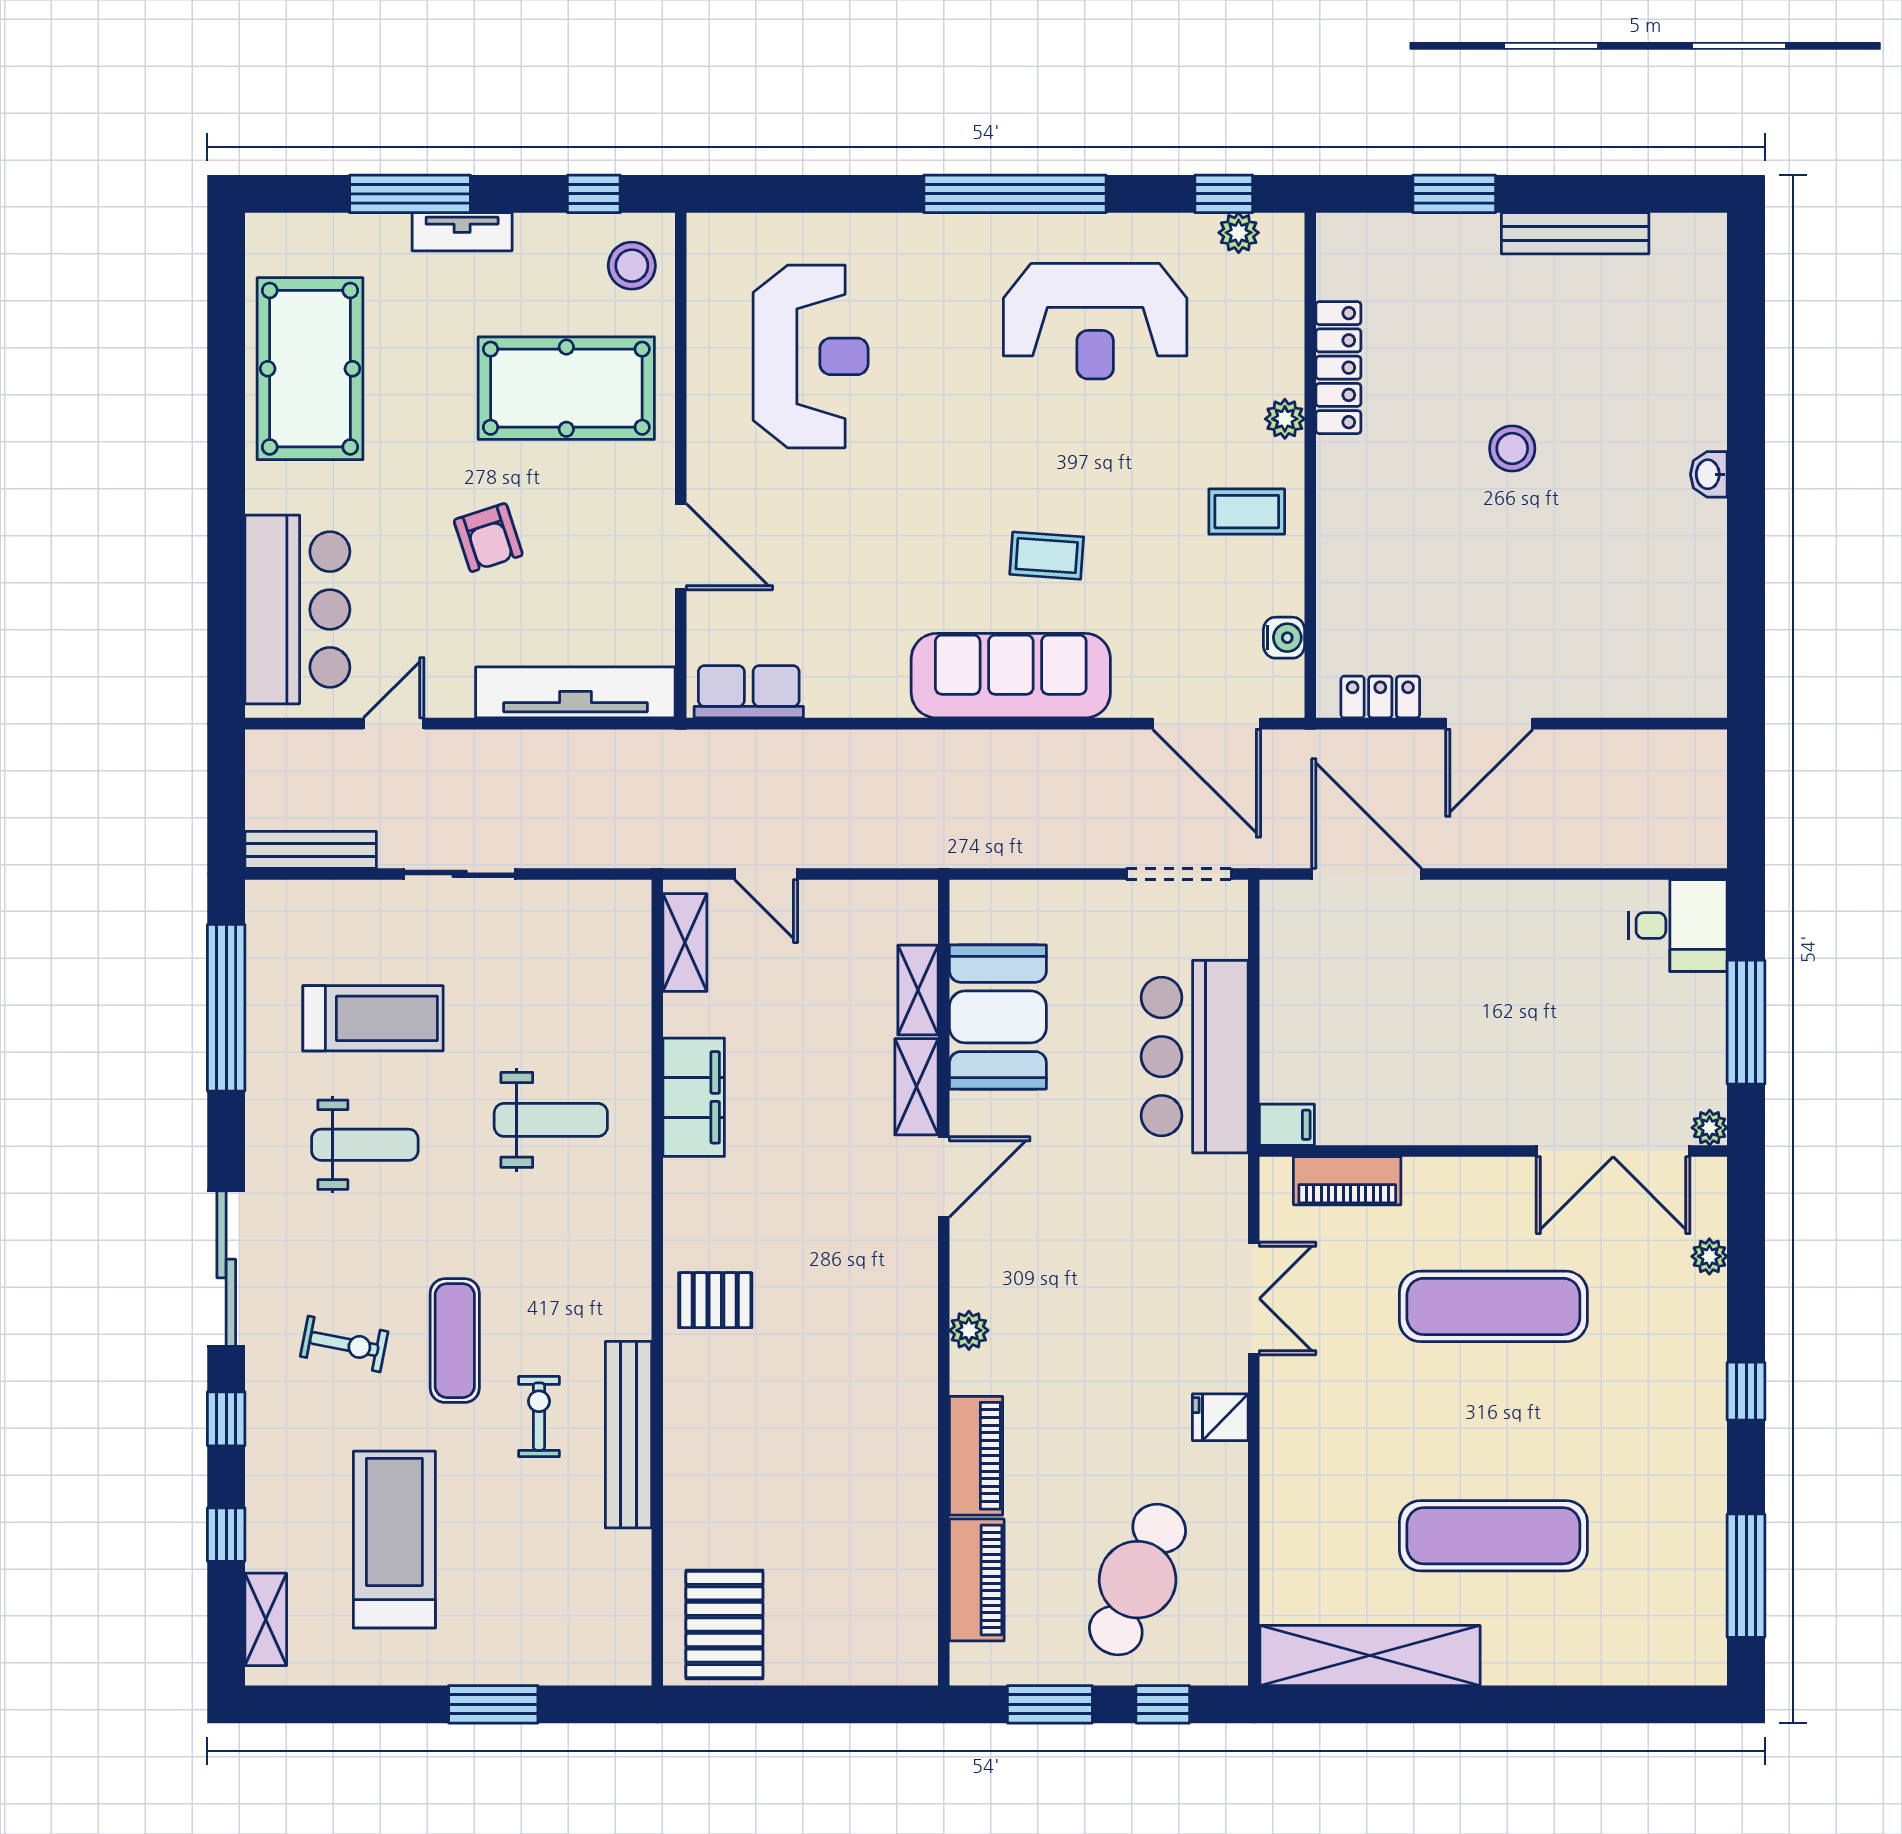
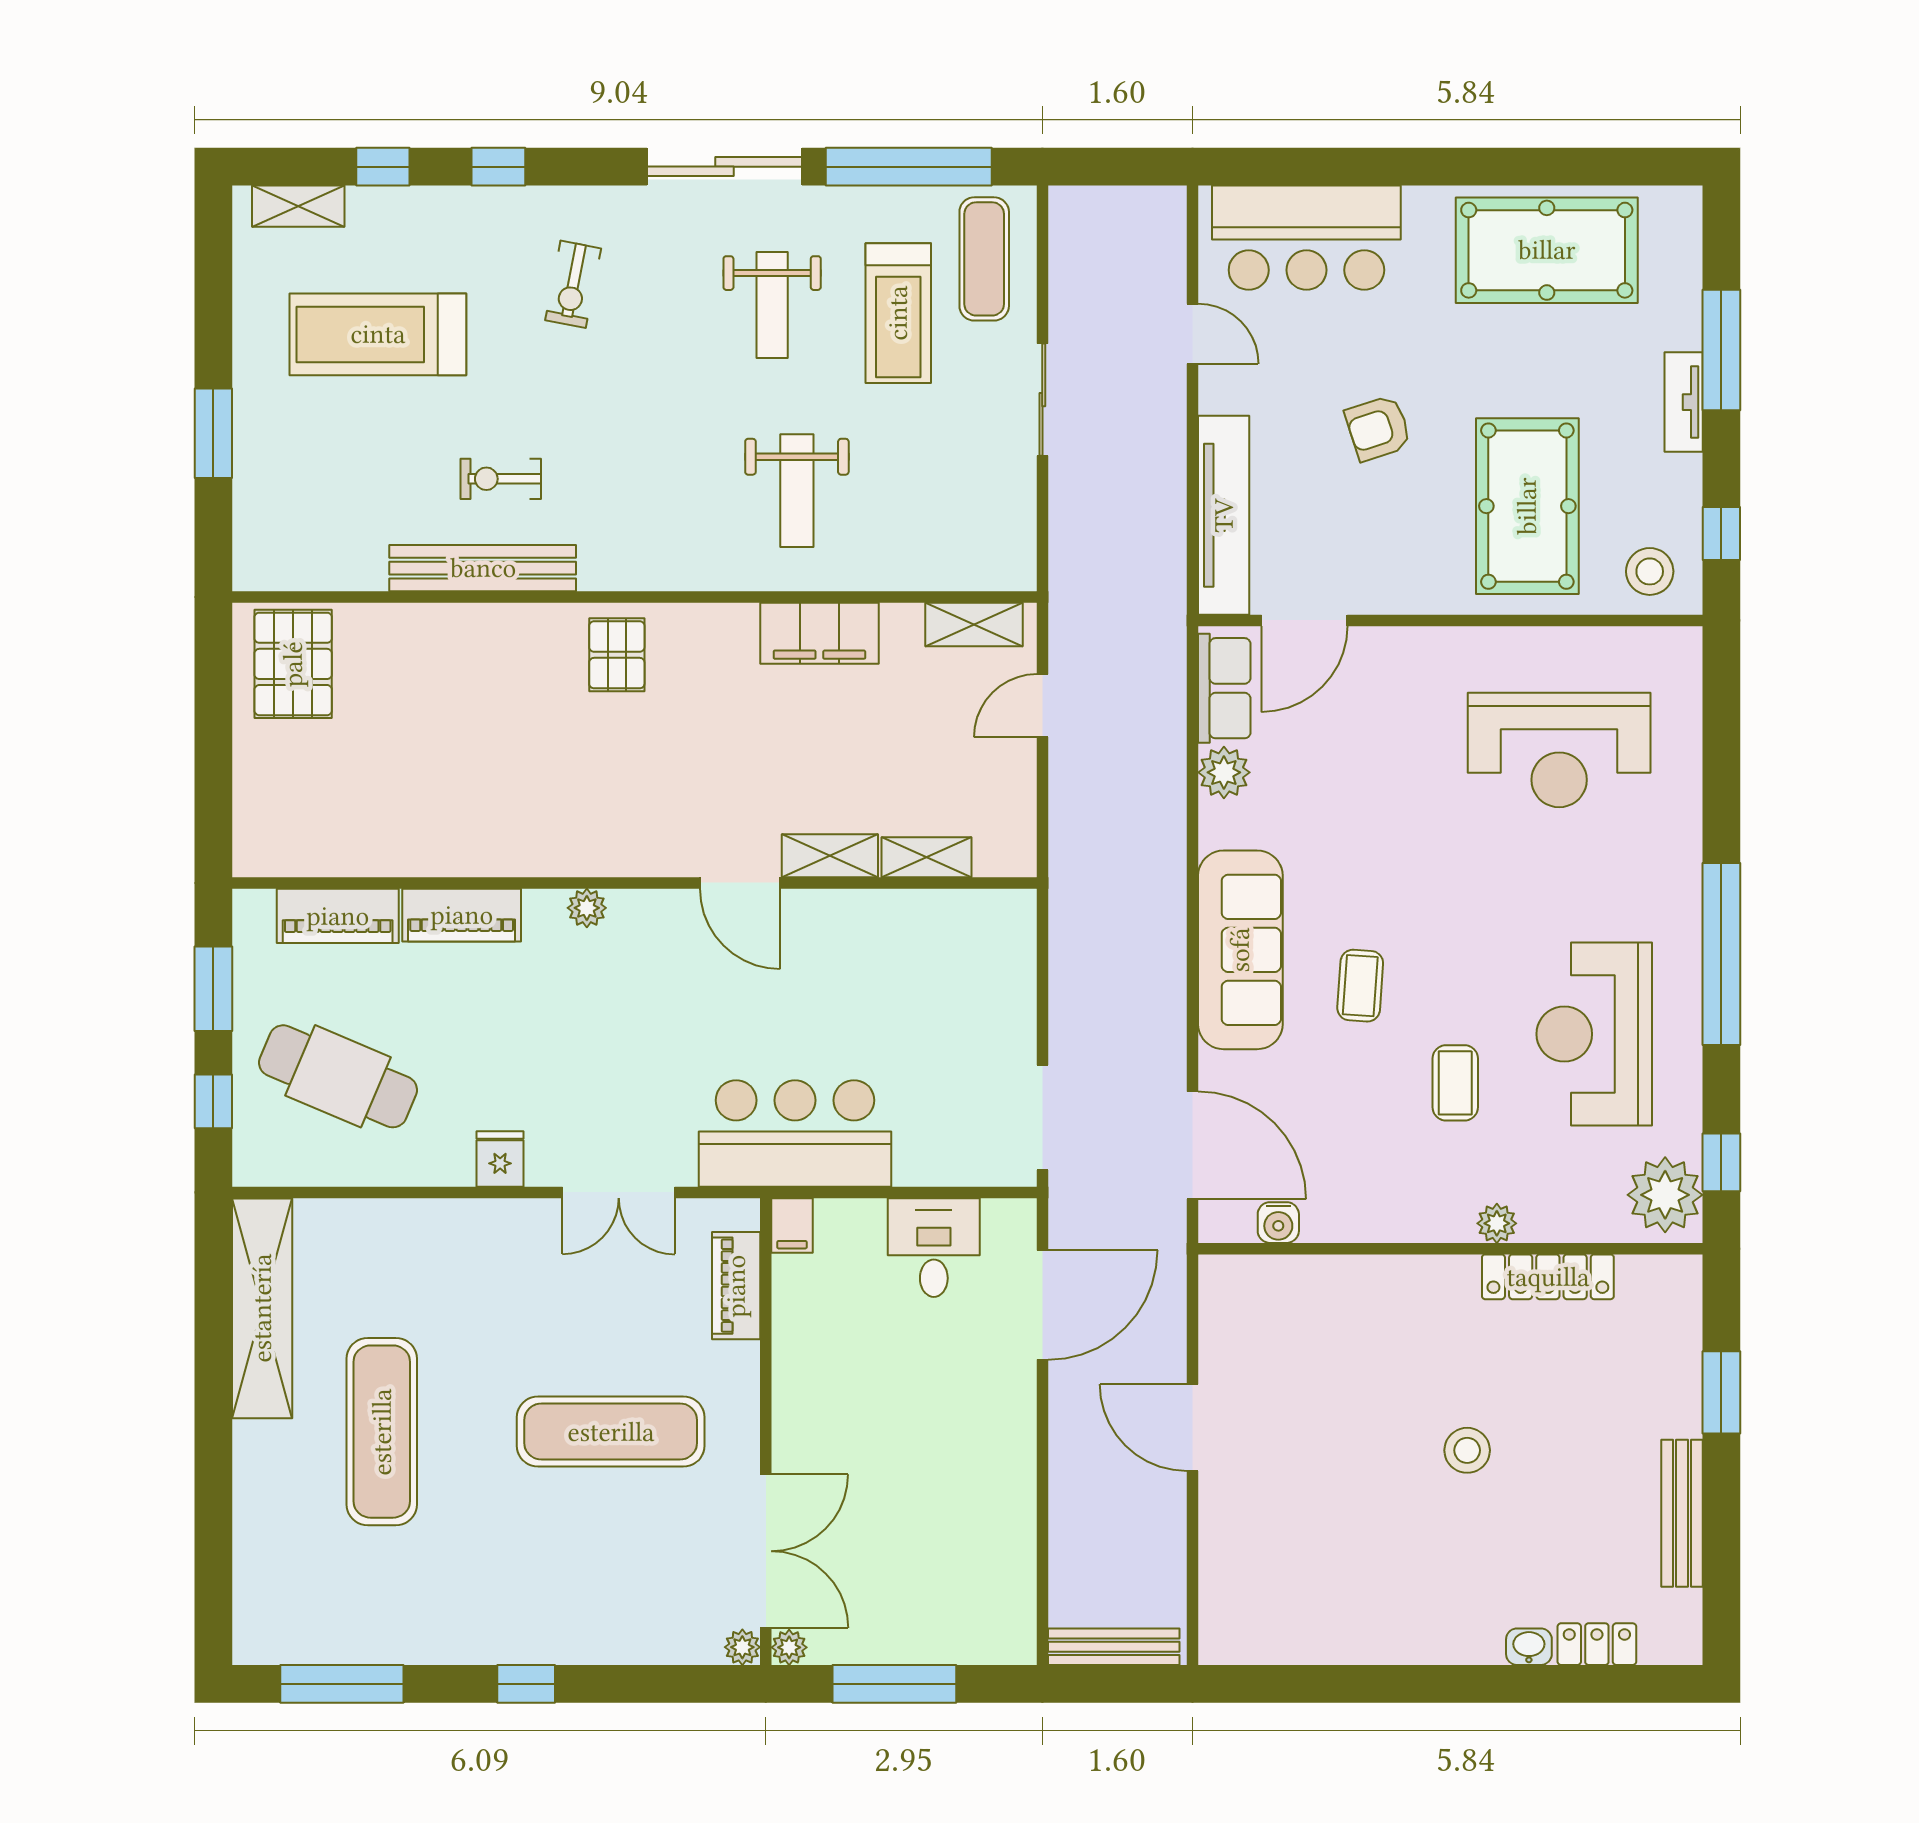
plant: (1239, 233) -> (1665, 1195), width x1.87, depth x1.87
washbasin: (1709, 474) -> (1529, 1647), moved
coffee table: (1247, 512) -> (1455, 1083), moved
door: (681, 547) -> (1304, 620), moved
plant: (833, 692) -> (1224, 772), added
locker: (1380, 697) -> (1597, 1644), moved, turned -90
door: (1207, 724) -> (1192, 1145), swing flipped
bench: (311, 850) -> (1114, 1647), moved, turned 90
desk: (1678, 926) -> (934, 1248), moved, turned 180
booth: (998, 1017) -> (900, 937), removed
bar counter: (1195, 1057) -> (795, 1133), moved
double door: (1613, 1151) -> (766, 1551), swing flipped
plant: (1709, 1256) -> (742, 1647), moved
sliding door: (226, 1269) -> (725, 167), moved
exercise mat: (1493, 1306) -> (611, 1432), turned 90
exercise mat: (455, 1341) -> (984, 259), moved, turned 90
exercise bike: (539, 1417) -> (501, 479), turned 180
treadmill: (394, 1540) -> (378, 334), turned 180
pallet: (724, 1624) -> (293, 664), turned 90

